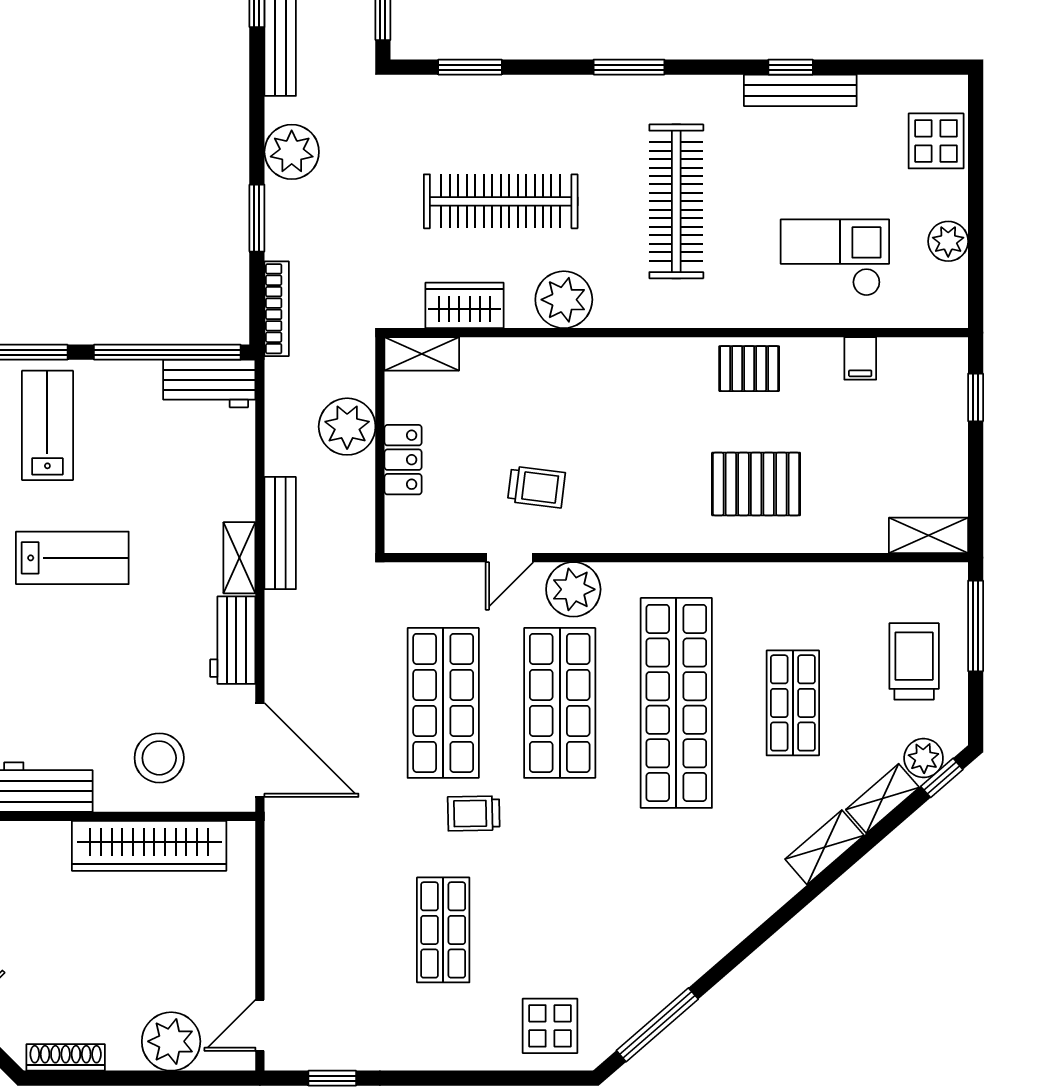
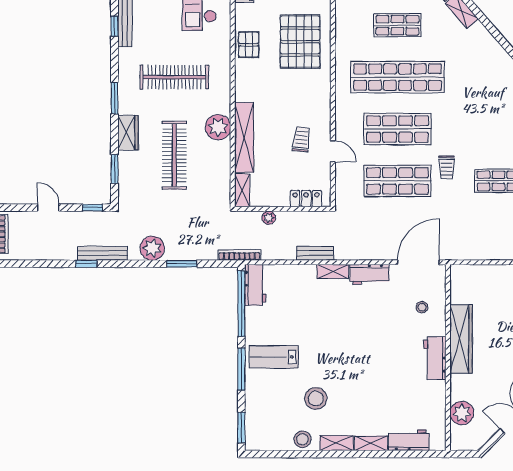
wardrobe: (464, 305) -> (128, 133), moved, turned 180
bookcase: (277, 309) -> (239, 255), moved
shelving: (541, 359) -> (244, 137), added
plant: (347, 427) -> (269, 218), width x0.53, depth x0.53
locker: (403, 460) -> (306, 199), moved
pallet: (756, 484) -> (300, 42), width x1.37, depth x1.41
bench: (280, 533) -> (315, 253), width x0.73
lab bench: (72, 558) -> (333, 346), removed
plant: (573, 589) -> (347, 123), removed
stool: (159, 758) -> (422, 307), width x0.53, depth x0.53
wardrobe: (149, 846) -> (461, 339), moved

